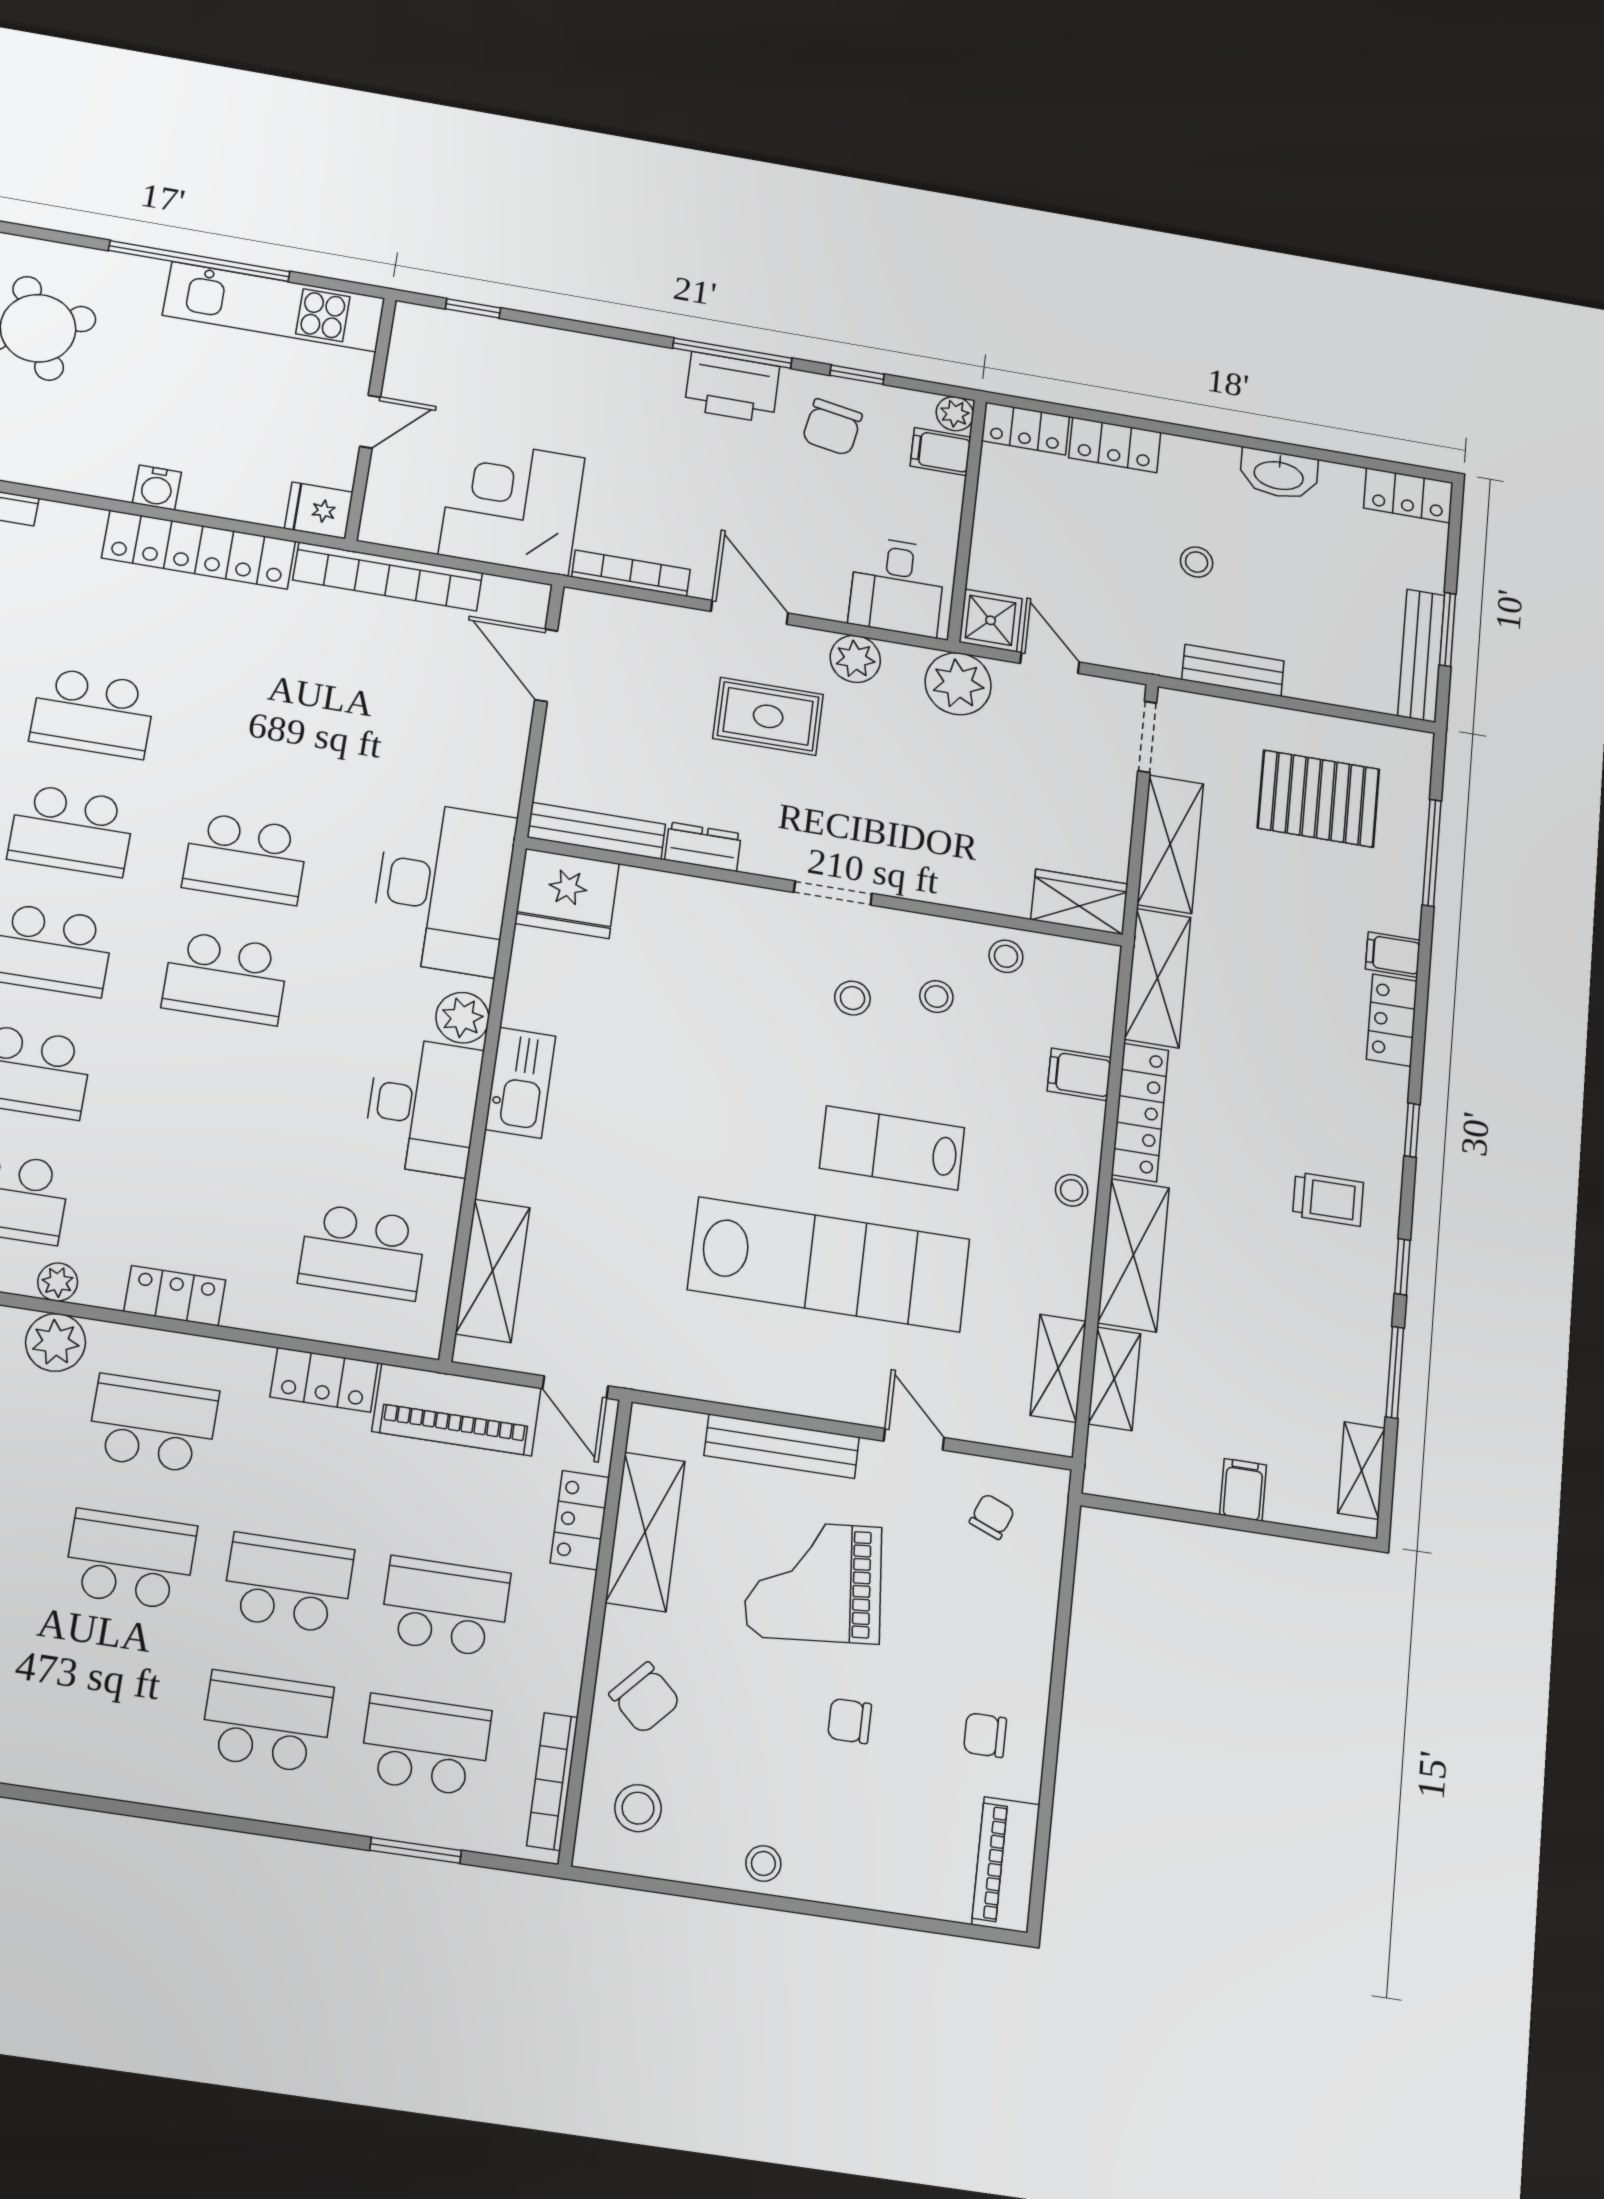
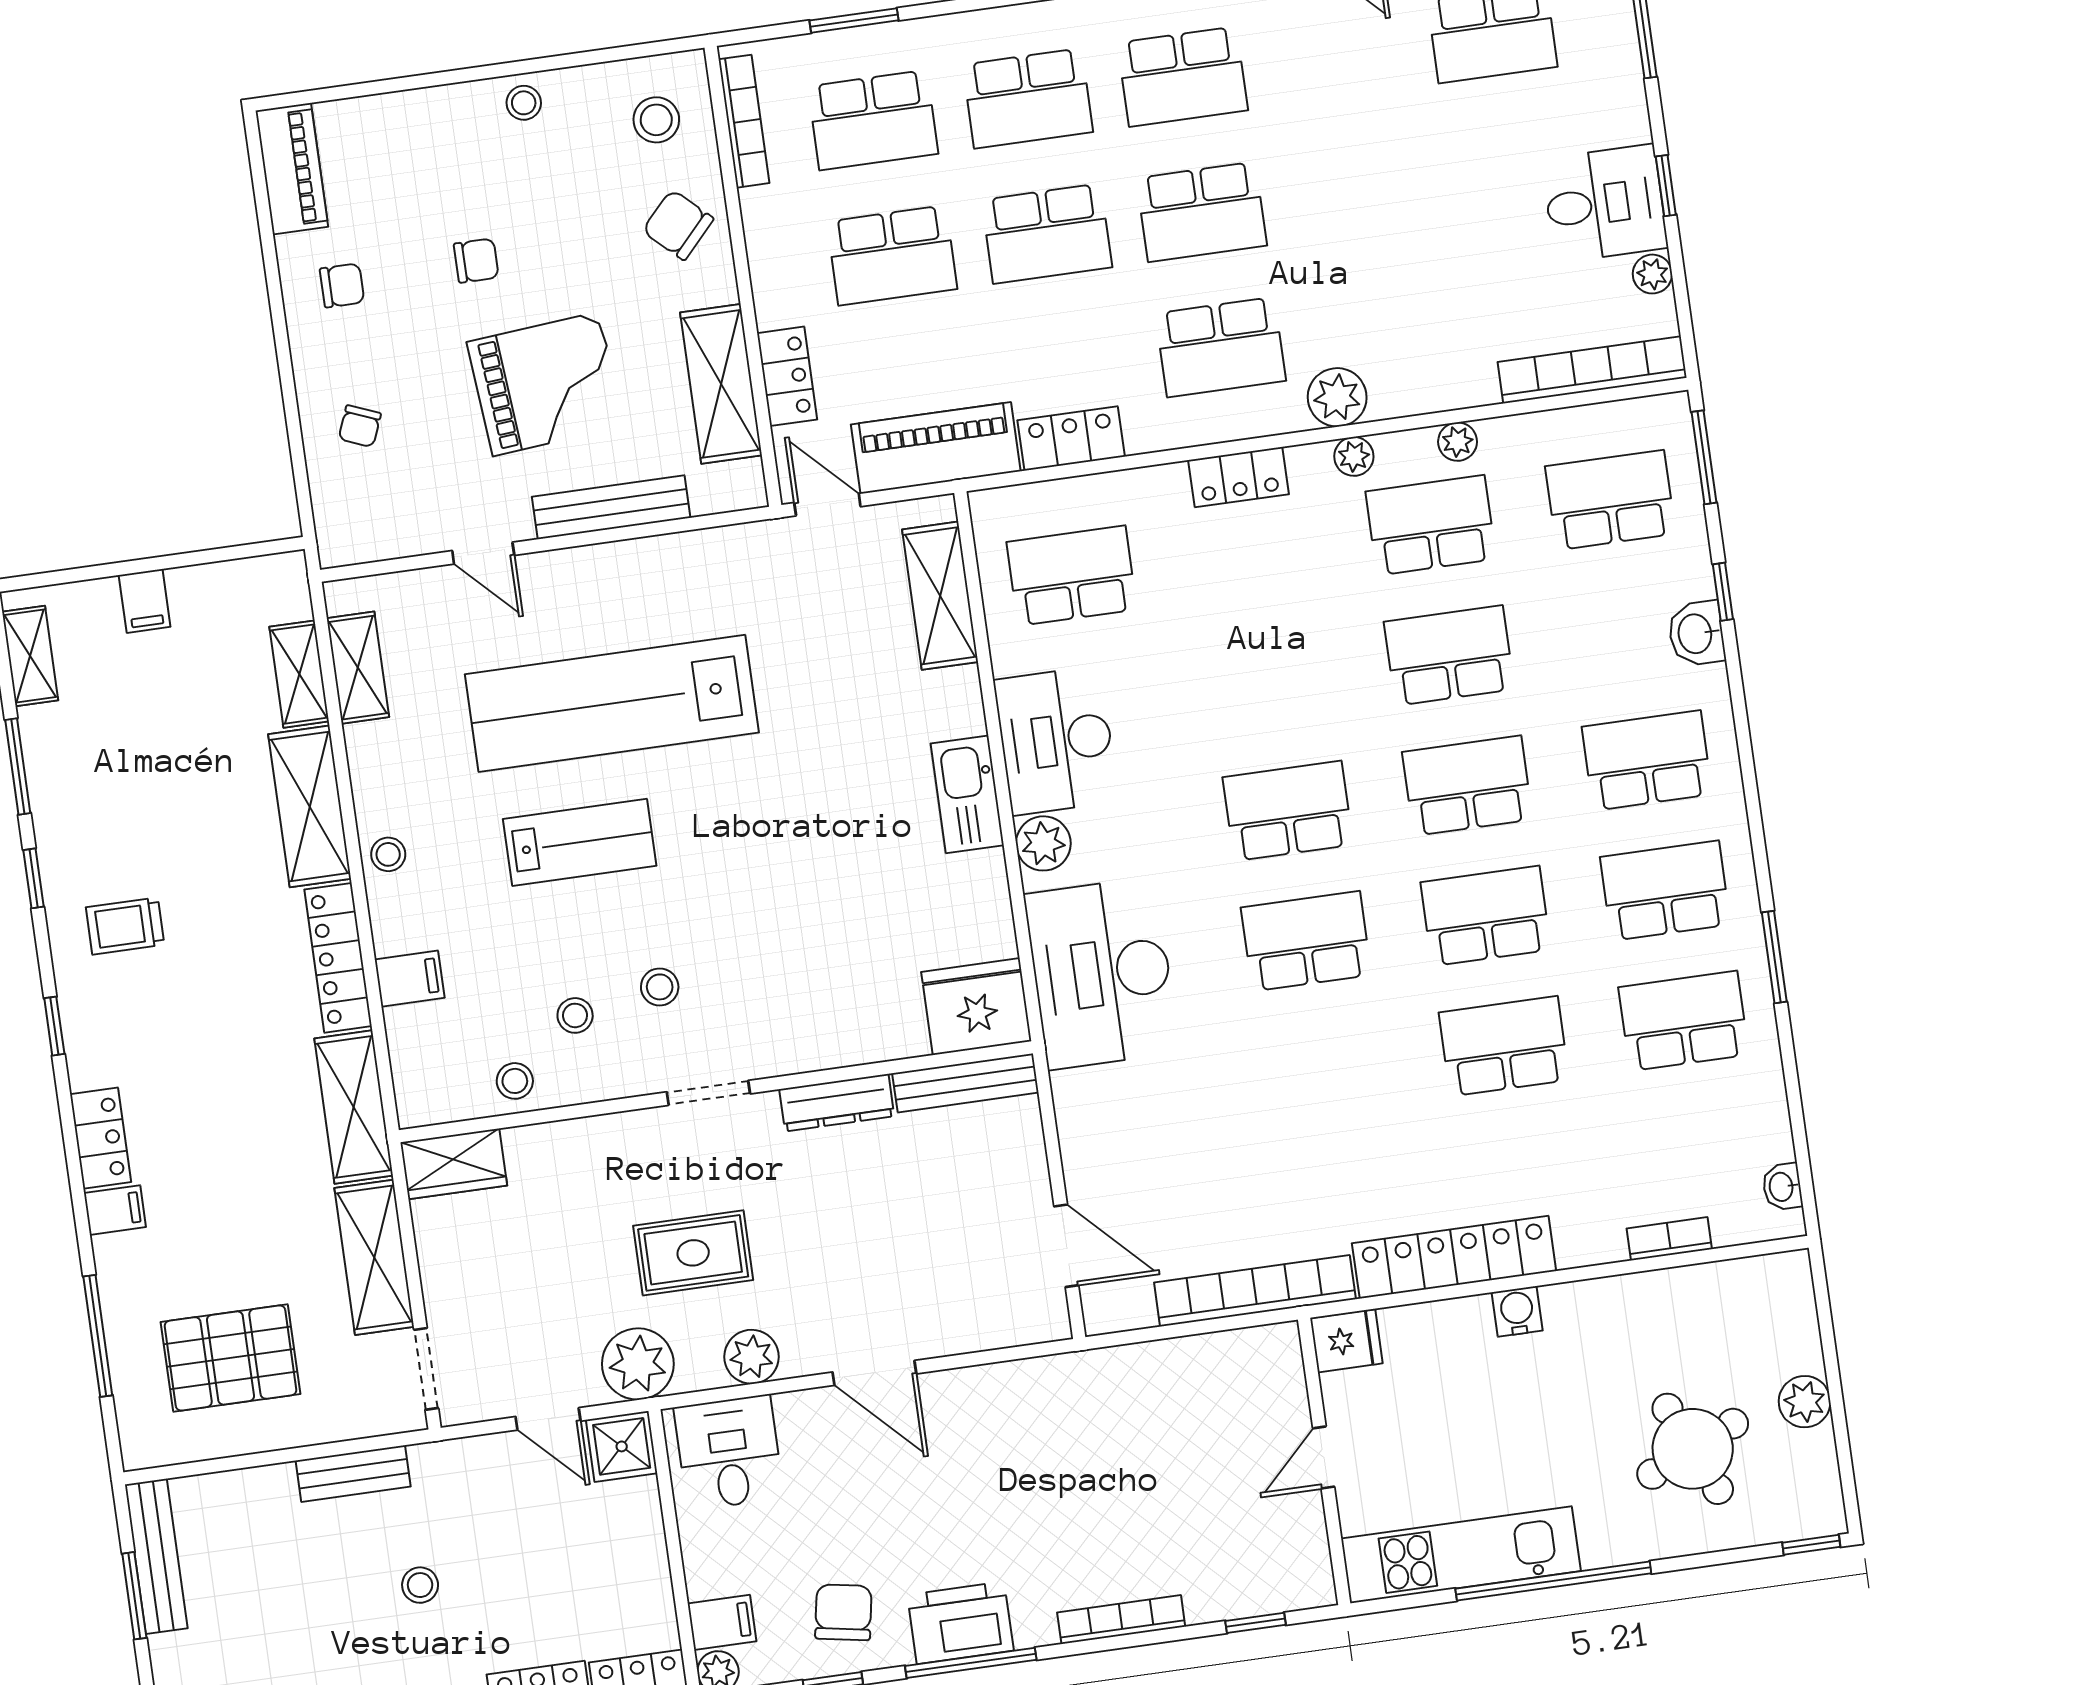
corner desk: (512, 506) -> (1151, 1411), removed
bookcase: (631, 573) -> (1121, 1620), moved, turned 180
rug: (768, 716) -> (693, 1253), moved
dresser: (703, 847) -> (837, 1103), width x1.44
chair: (992, 1516) -> (360, 426), moved
school desk: (107, 1698) -> (1183, 77), added

